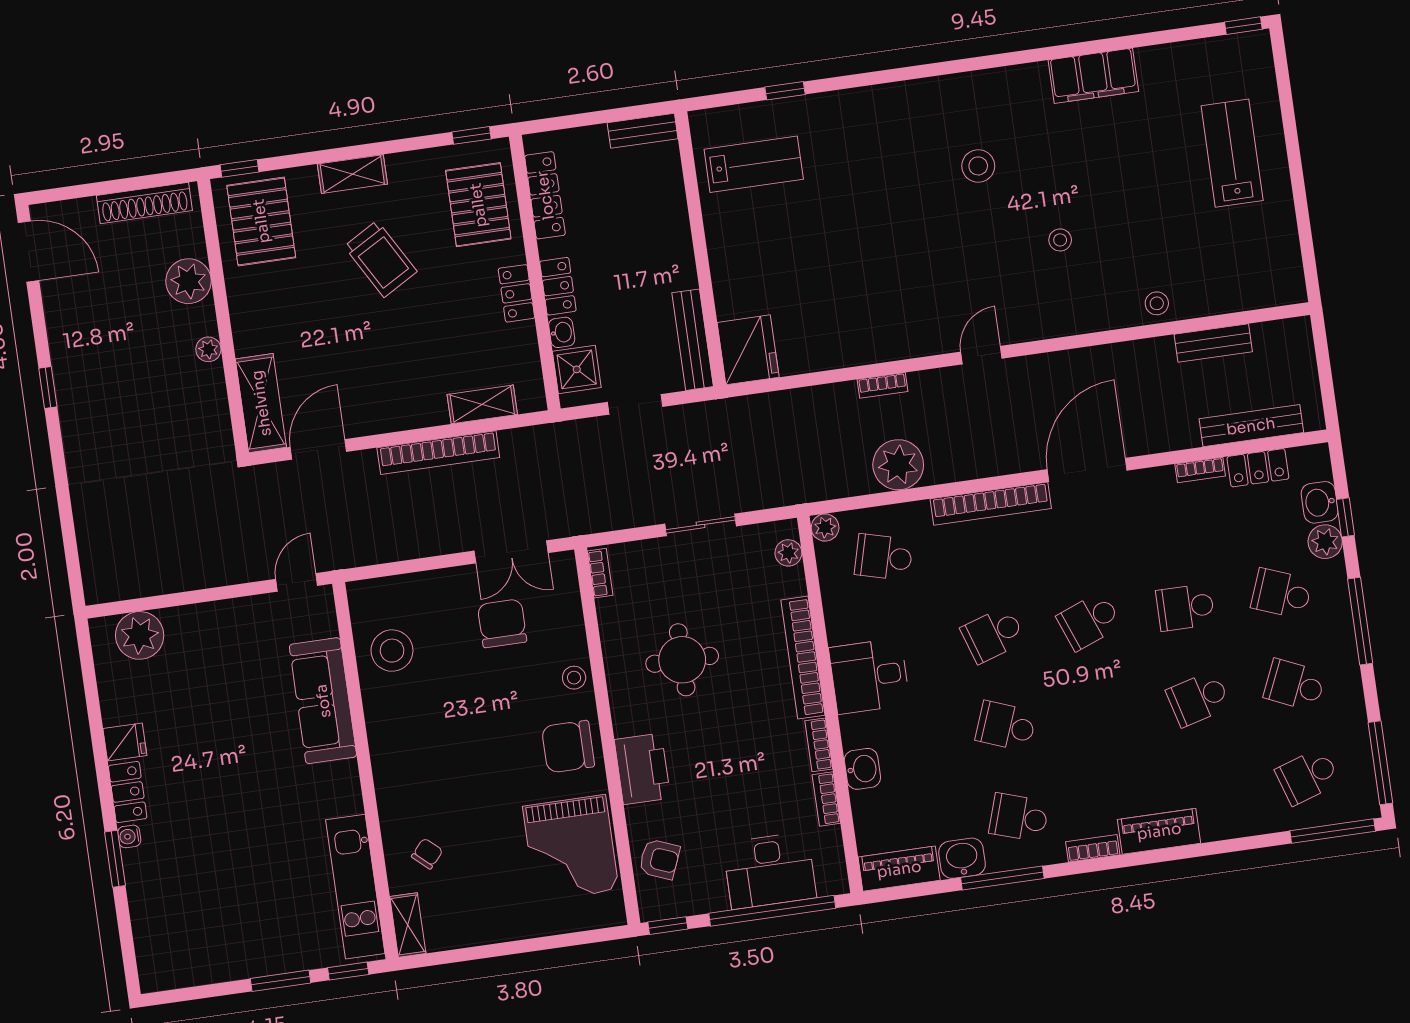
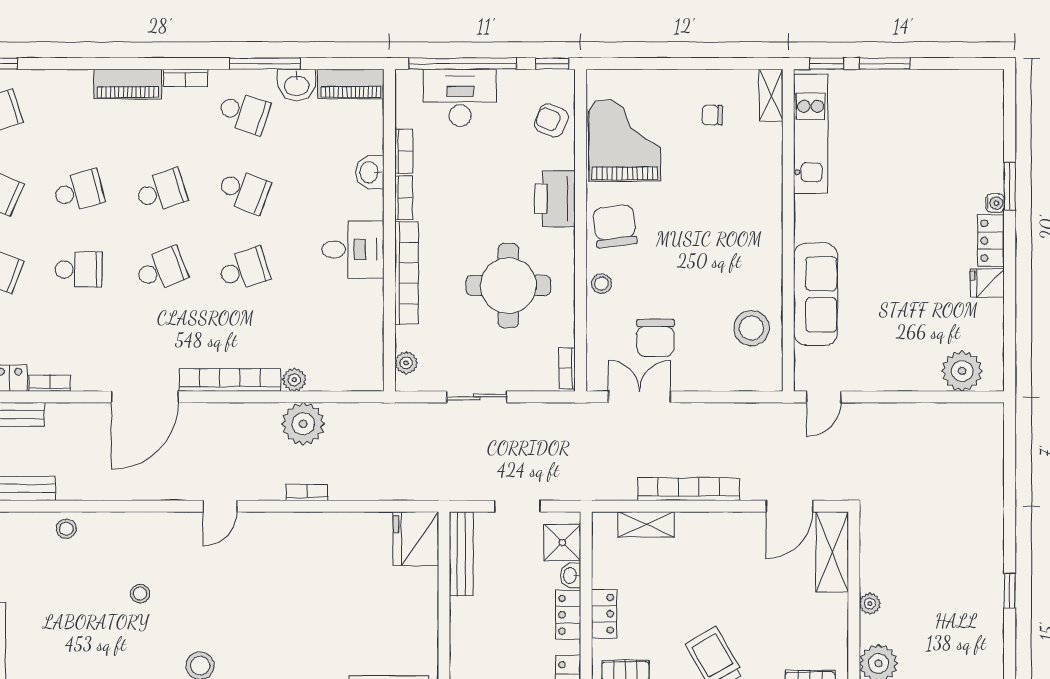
plant: (825, 528) -> (294, 380), moved
school desk: (884, 557) -> (161, 191), moved, turned -33
round table: (682, 660) -> (508, 286), width x1.36, depth x1.36
chair: (568, 747) -> (615, 226), turned -97
chair: (427, 854) -> (712, 115), moved, turned 48

